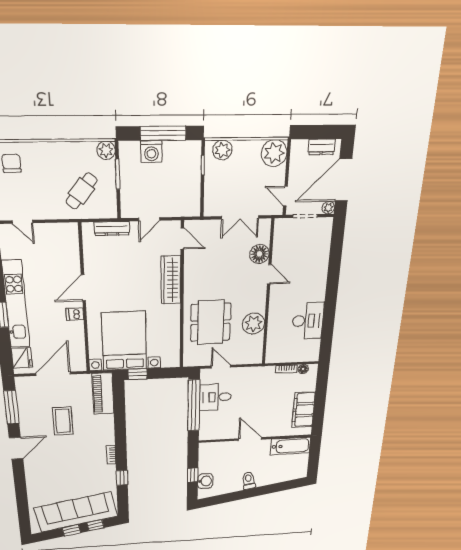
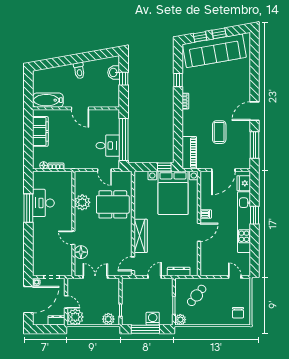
dresser: (322, 147) -> (57, 320), moved
door: (285, 196) -> (66, 302), moved
door: (182, 239) -> (133, 264), hinge flipped
window: (329, 313) -> (28, 208), added
dining table: (211, 322) -> (113, 204), turned 90

